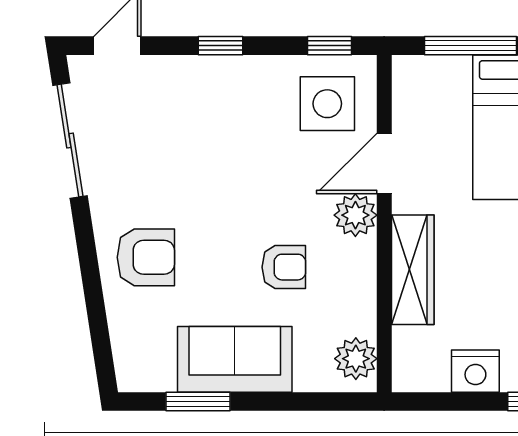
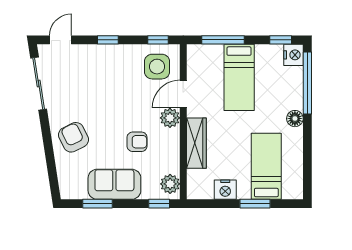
armchair: (146, 257) -> (73, 137), turned -116
window: (332, 402) -> (159, 204), added

